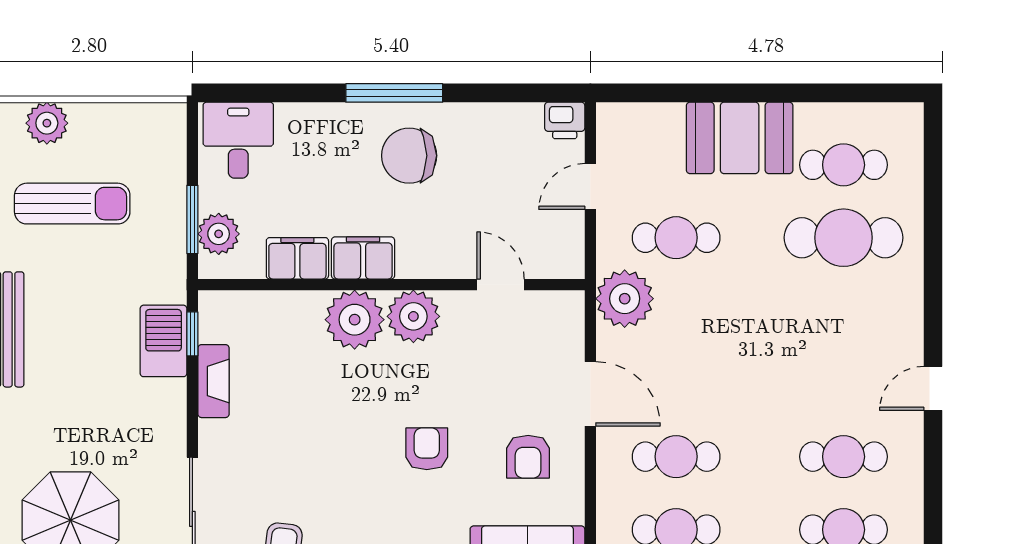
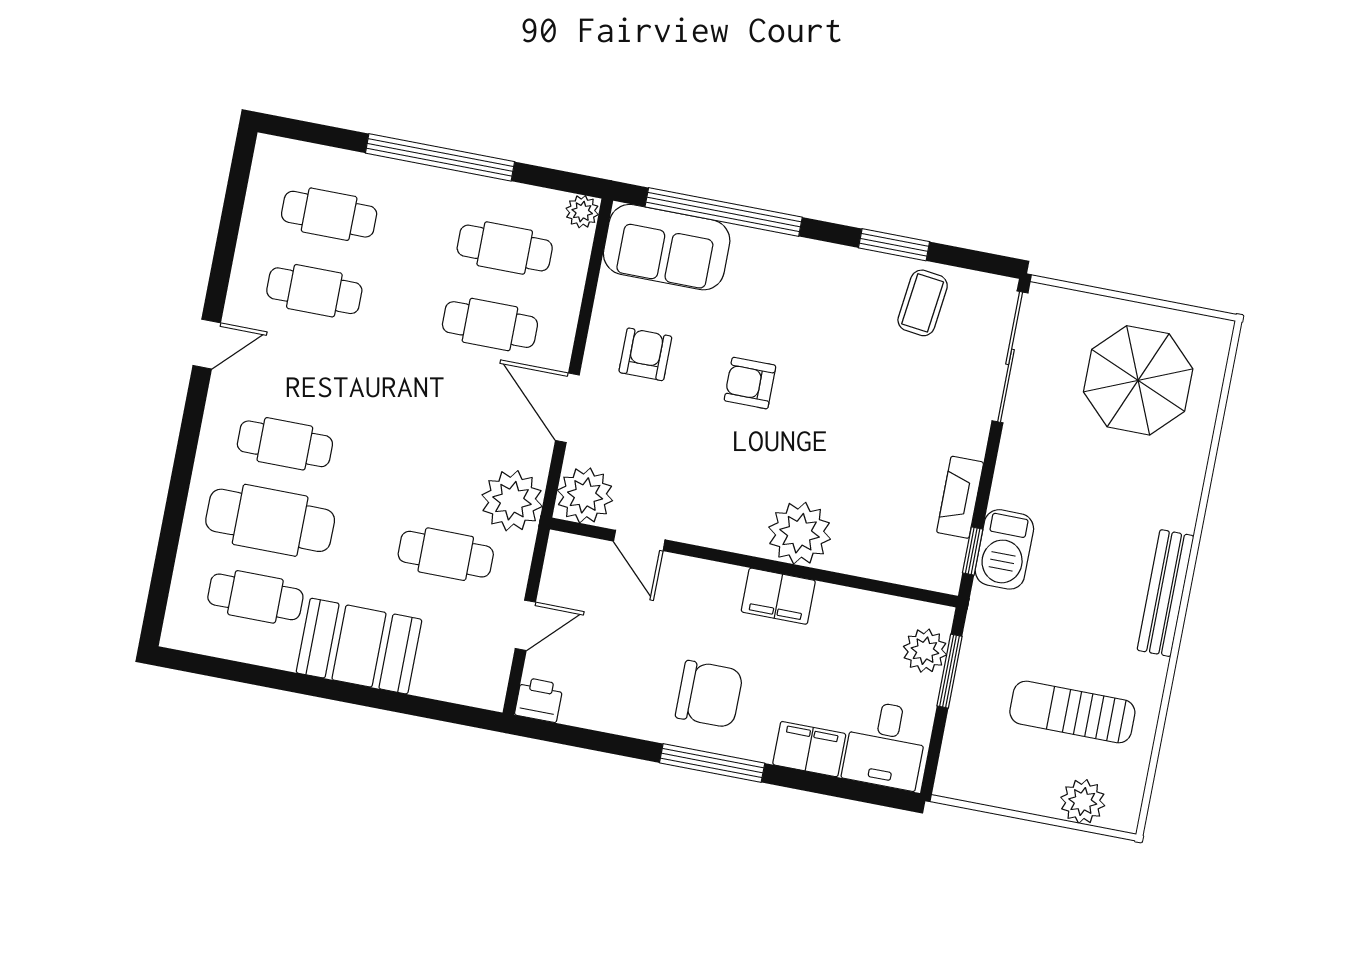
filing cabinet: (297, 258) -> (809, 749), moved, turned 180
cafe table: (844, 311) -> (285, 444), added
plant: (413, 316) -> (585, 495), moved
armchair: (427, 449) -> (750, 383), turned 90

